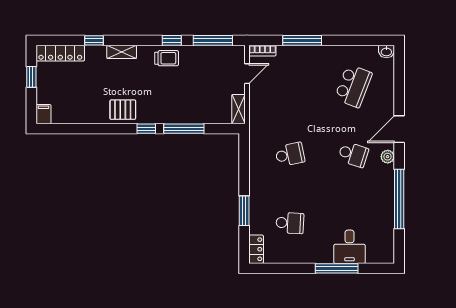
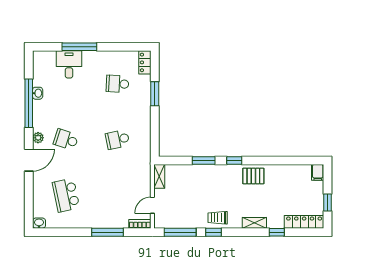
school desk: (353, 86) -> (66, 195), turned -33
window: (184, 129) -> (204, 160), width x0.69
washbasin: (388, 211) -> (38, 93), added

